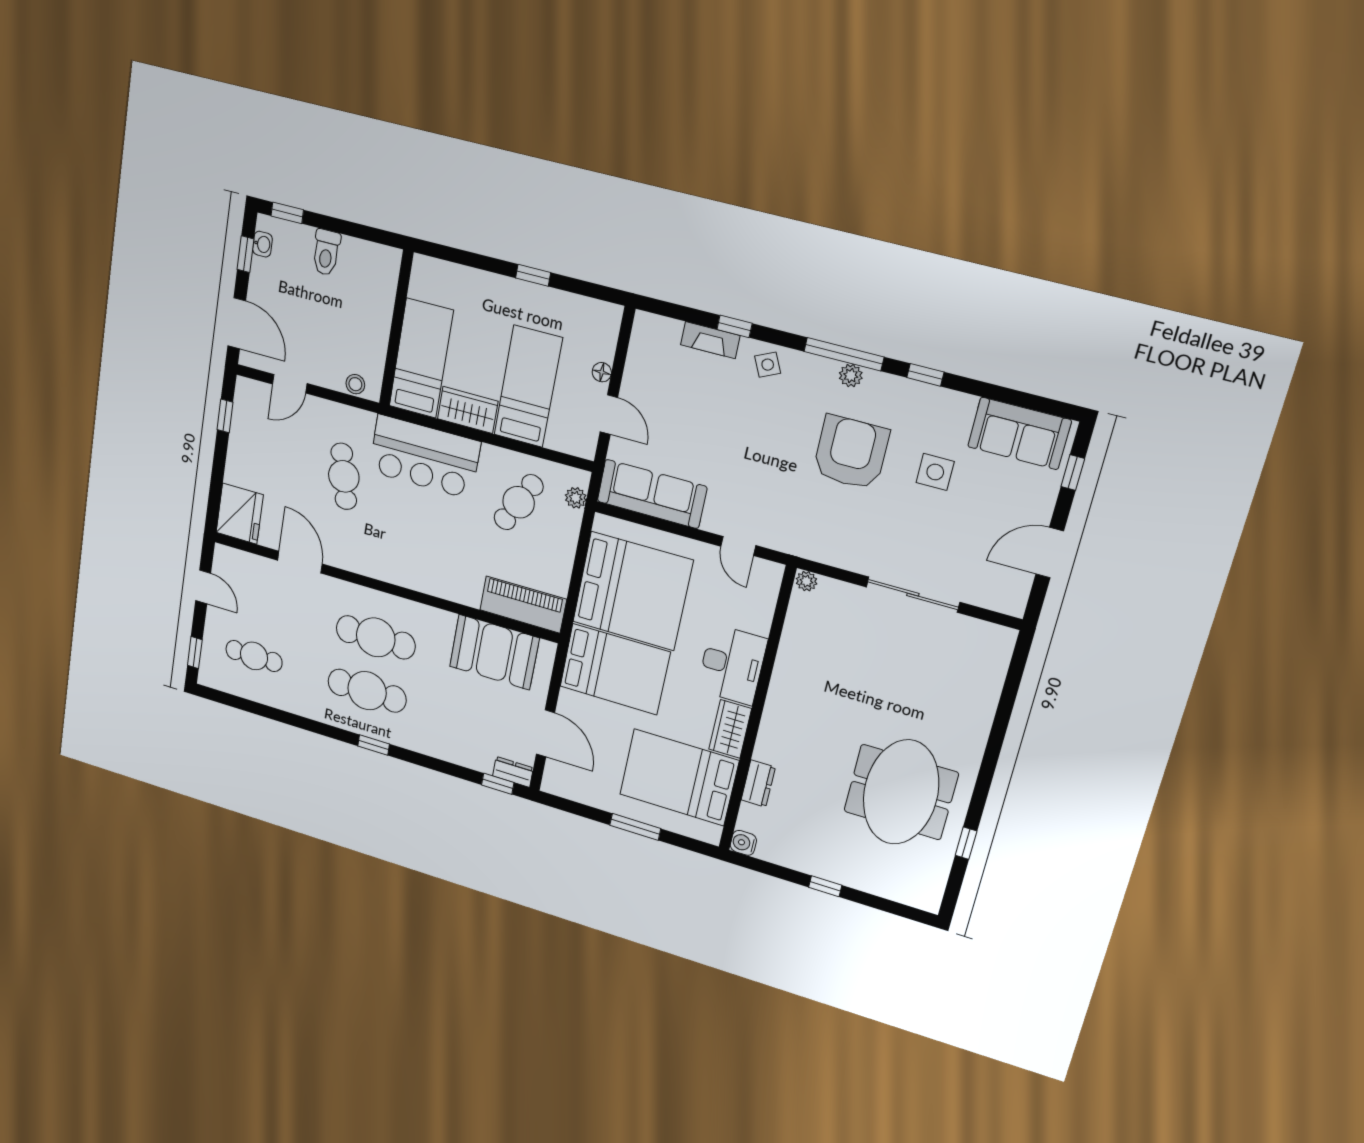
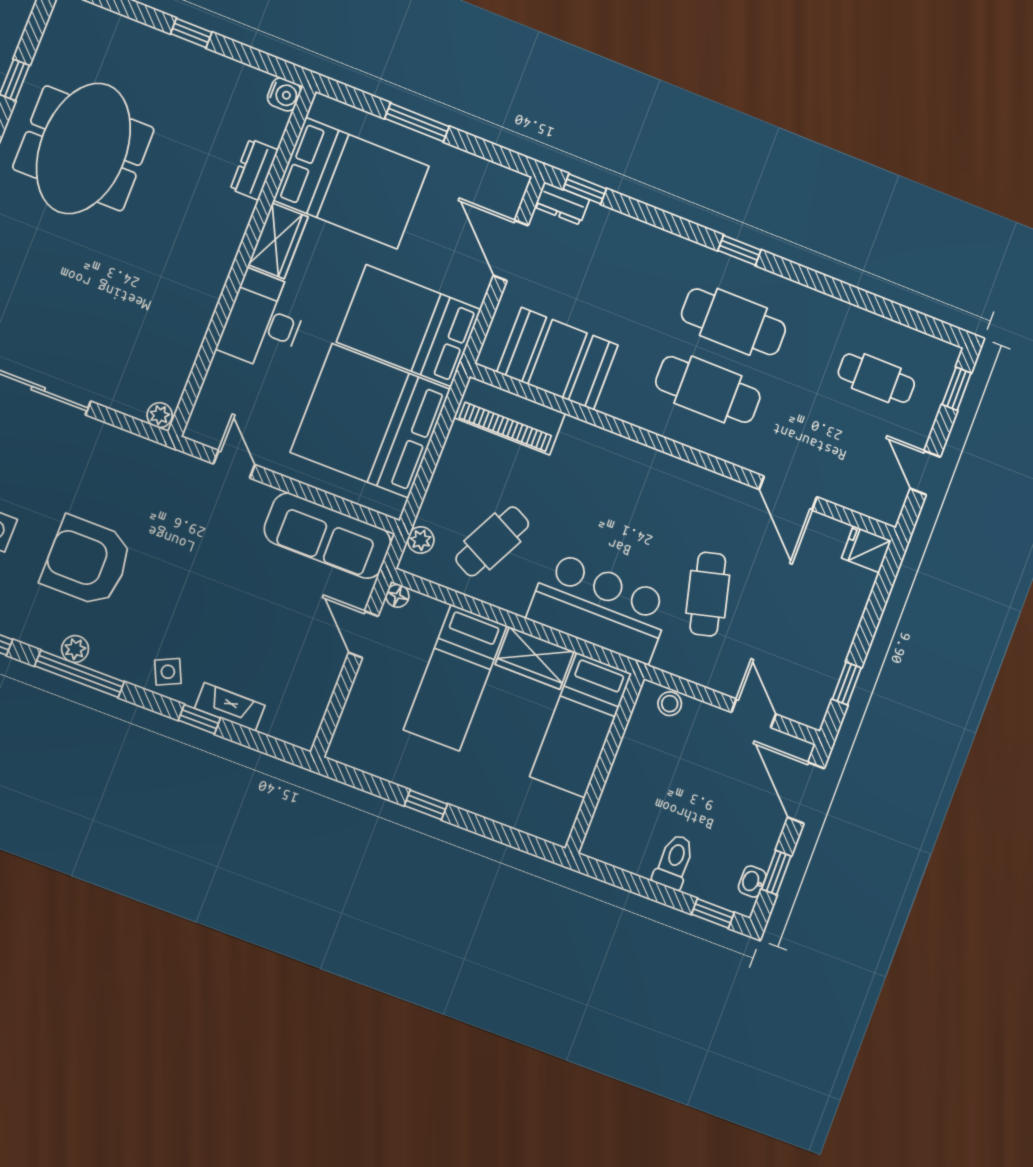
floor lamp: (602, 372) -> (397, 596), moved
door: (290, 384) -> (754, 713), hinge flipped
armchair: (851, 453) -> (87, 561), turned 90
fridge: (240, 514) -> (866, 549), width x0.53, depth x0.75

